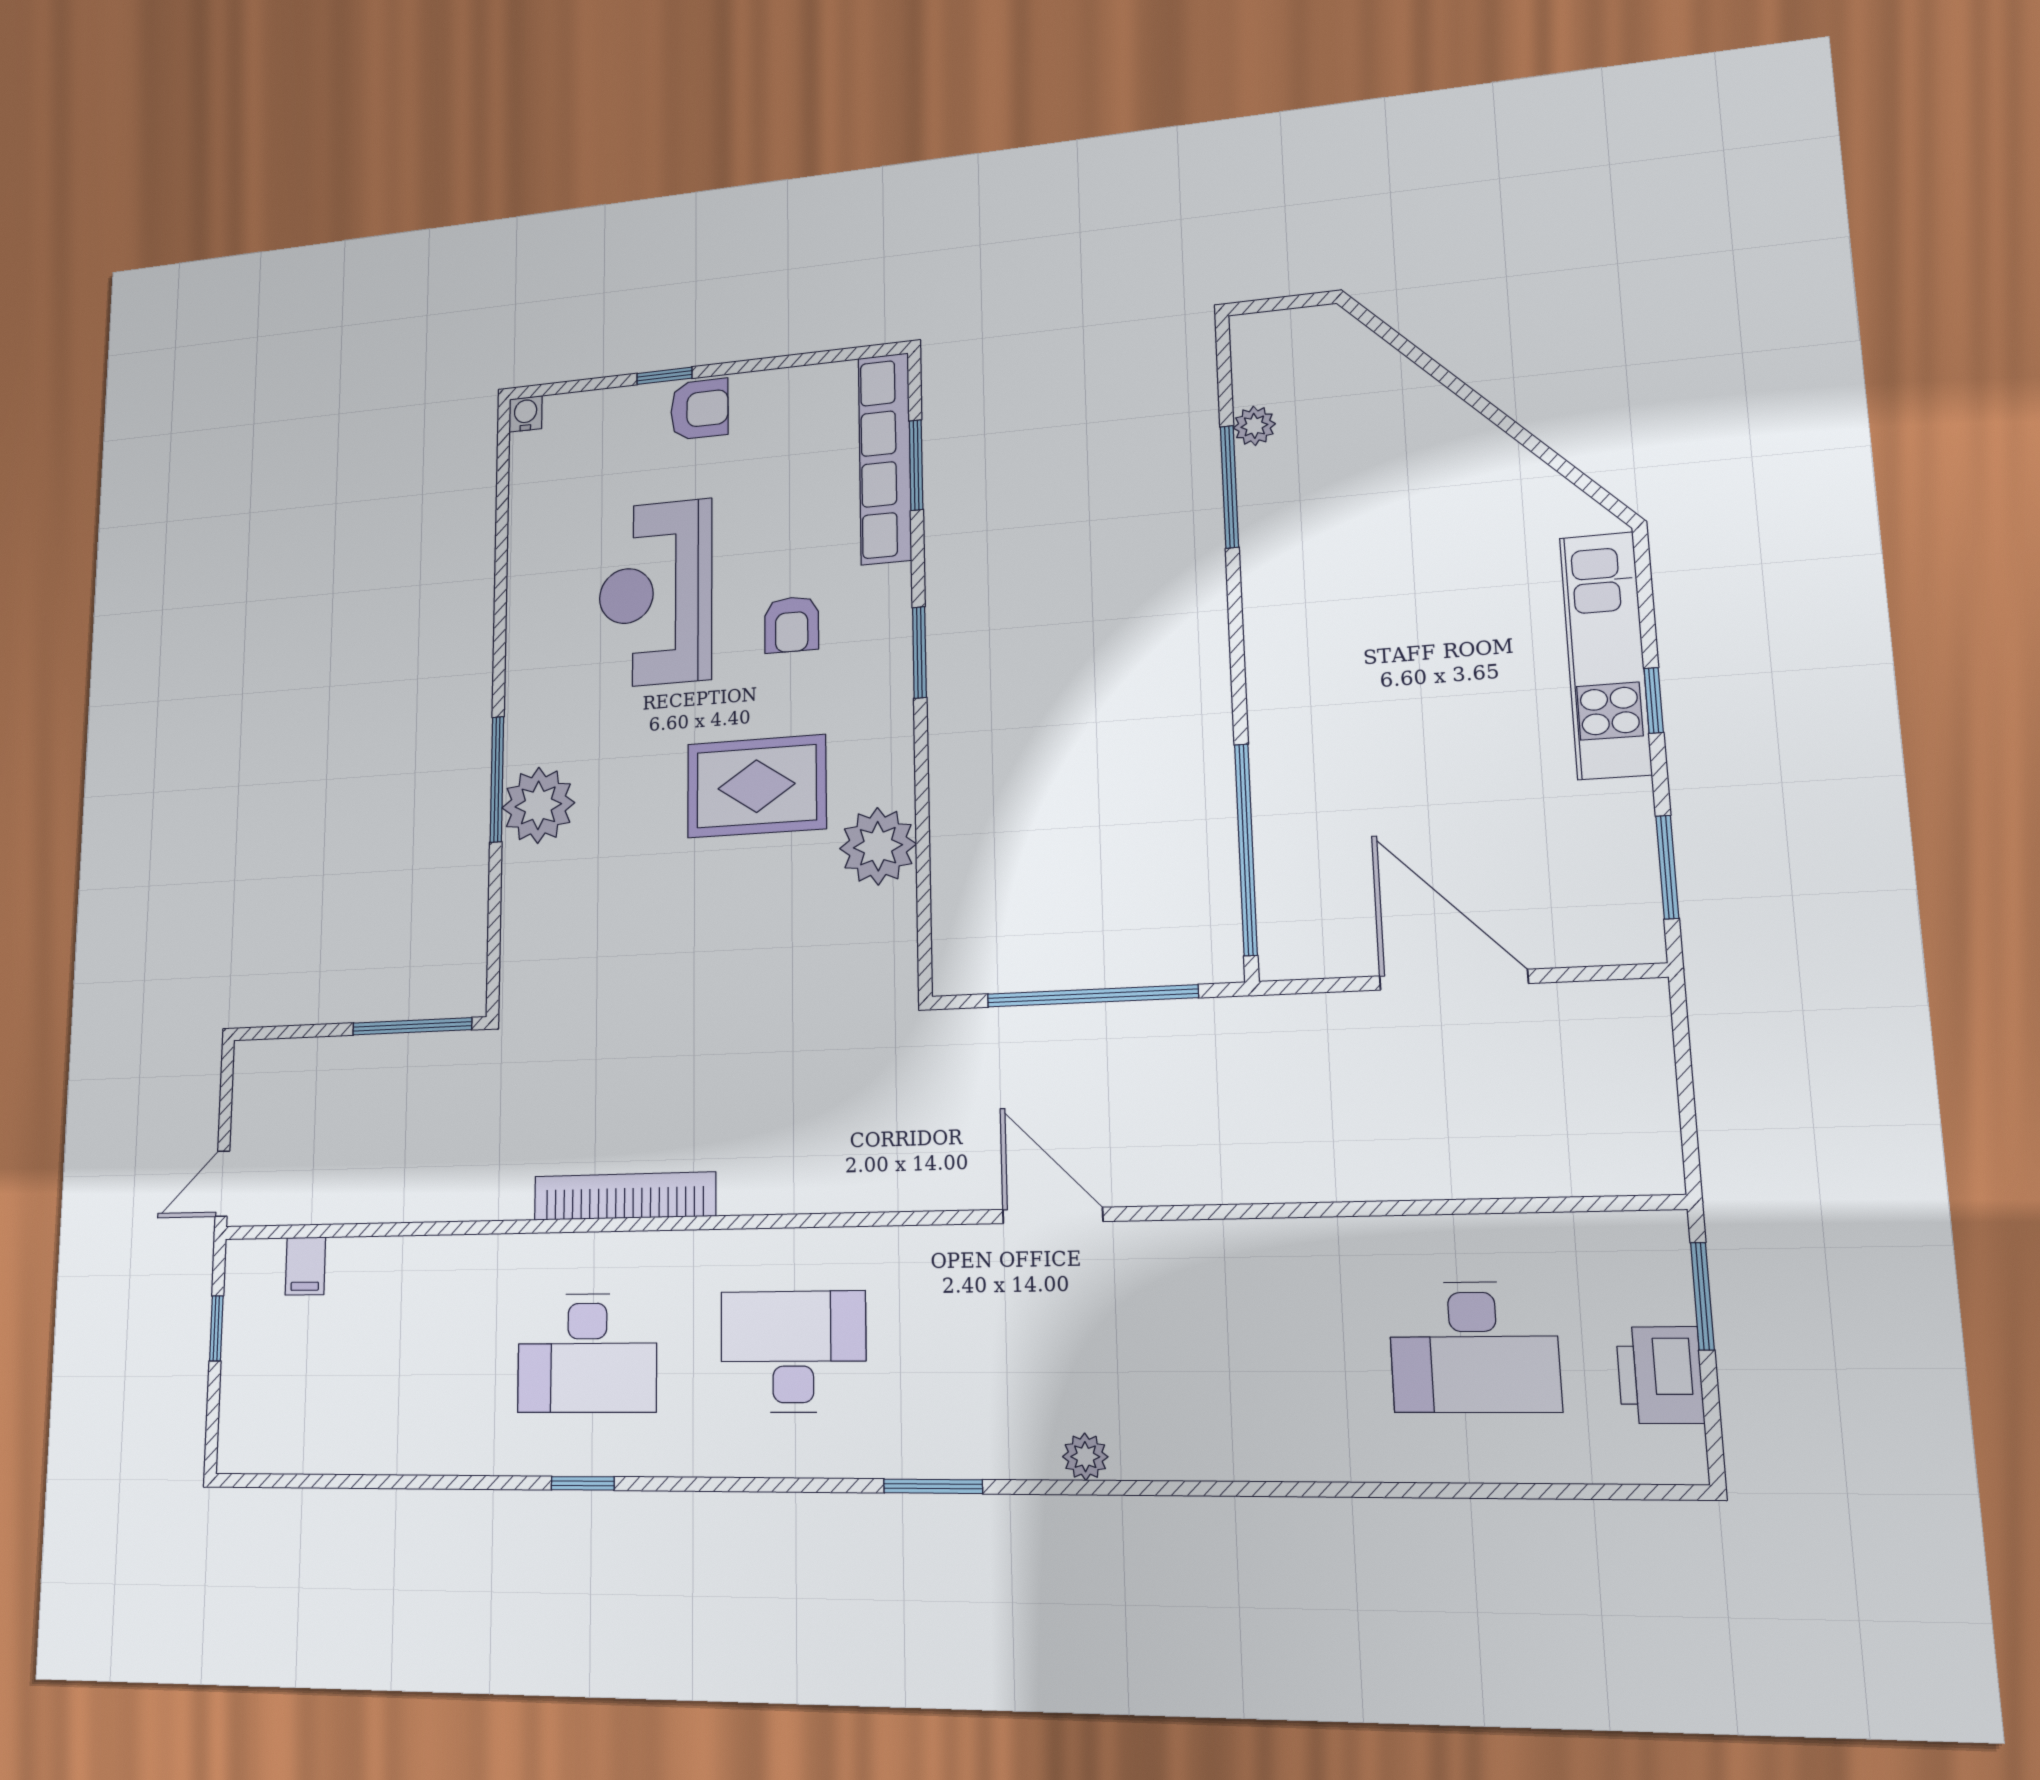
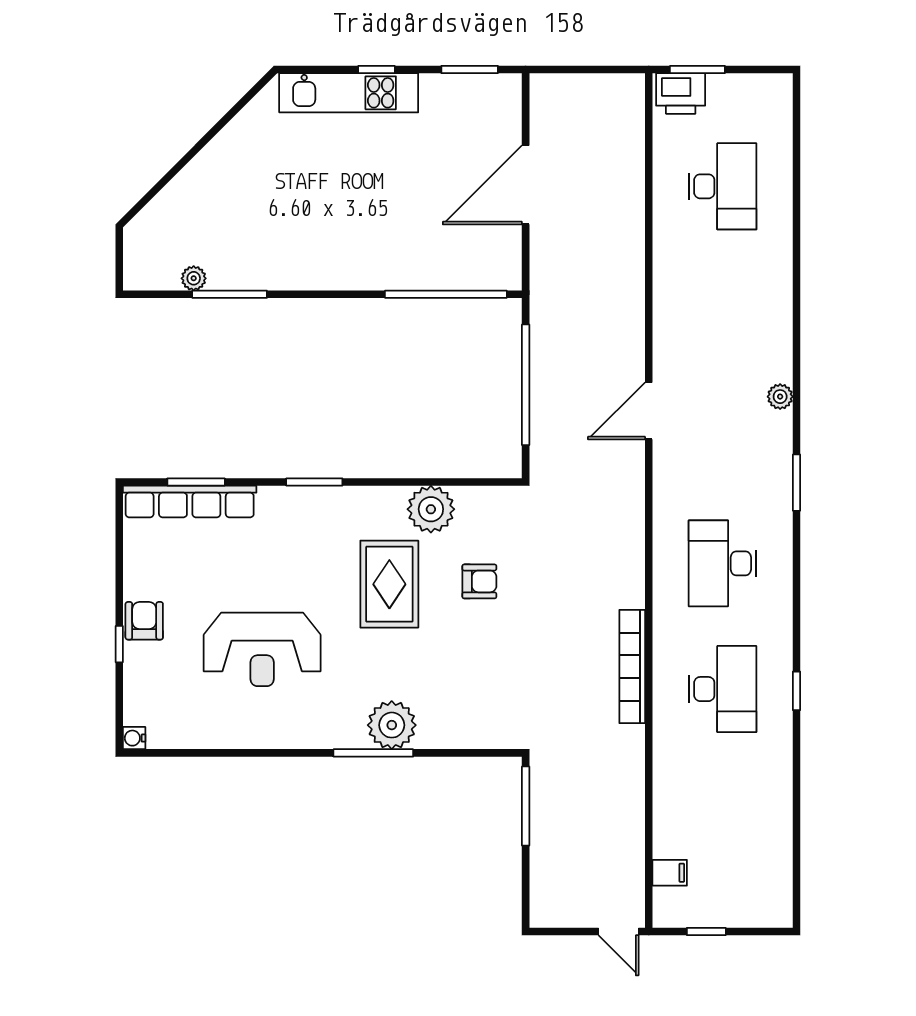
armchair: (792, 624) -> (479, 581), moved
printer: (1660, 1375) -> (681, 94), moved

